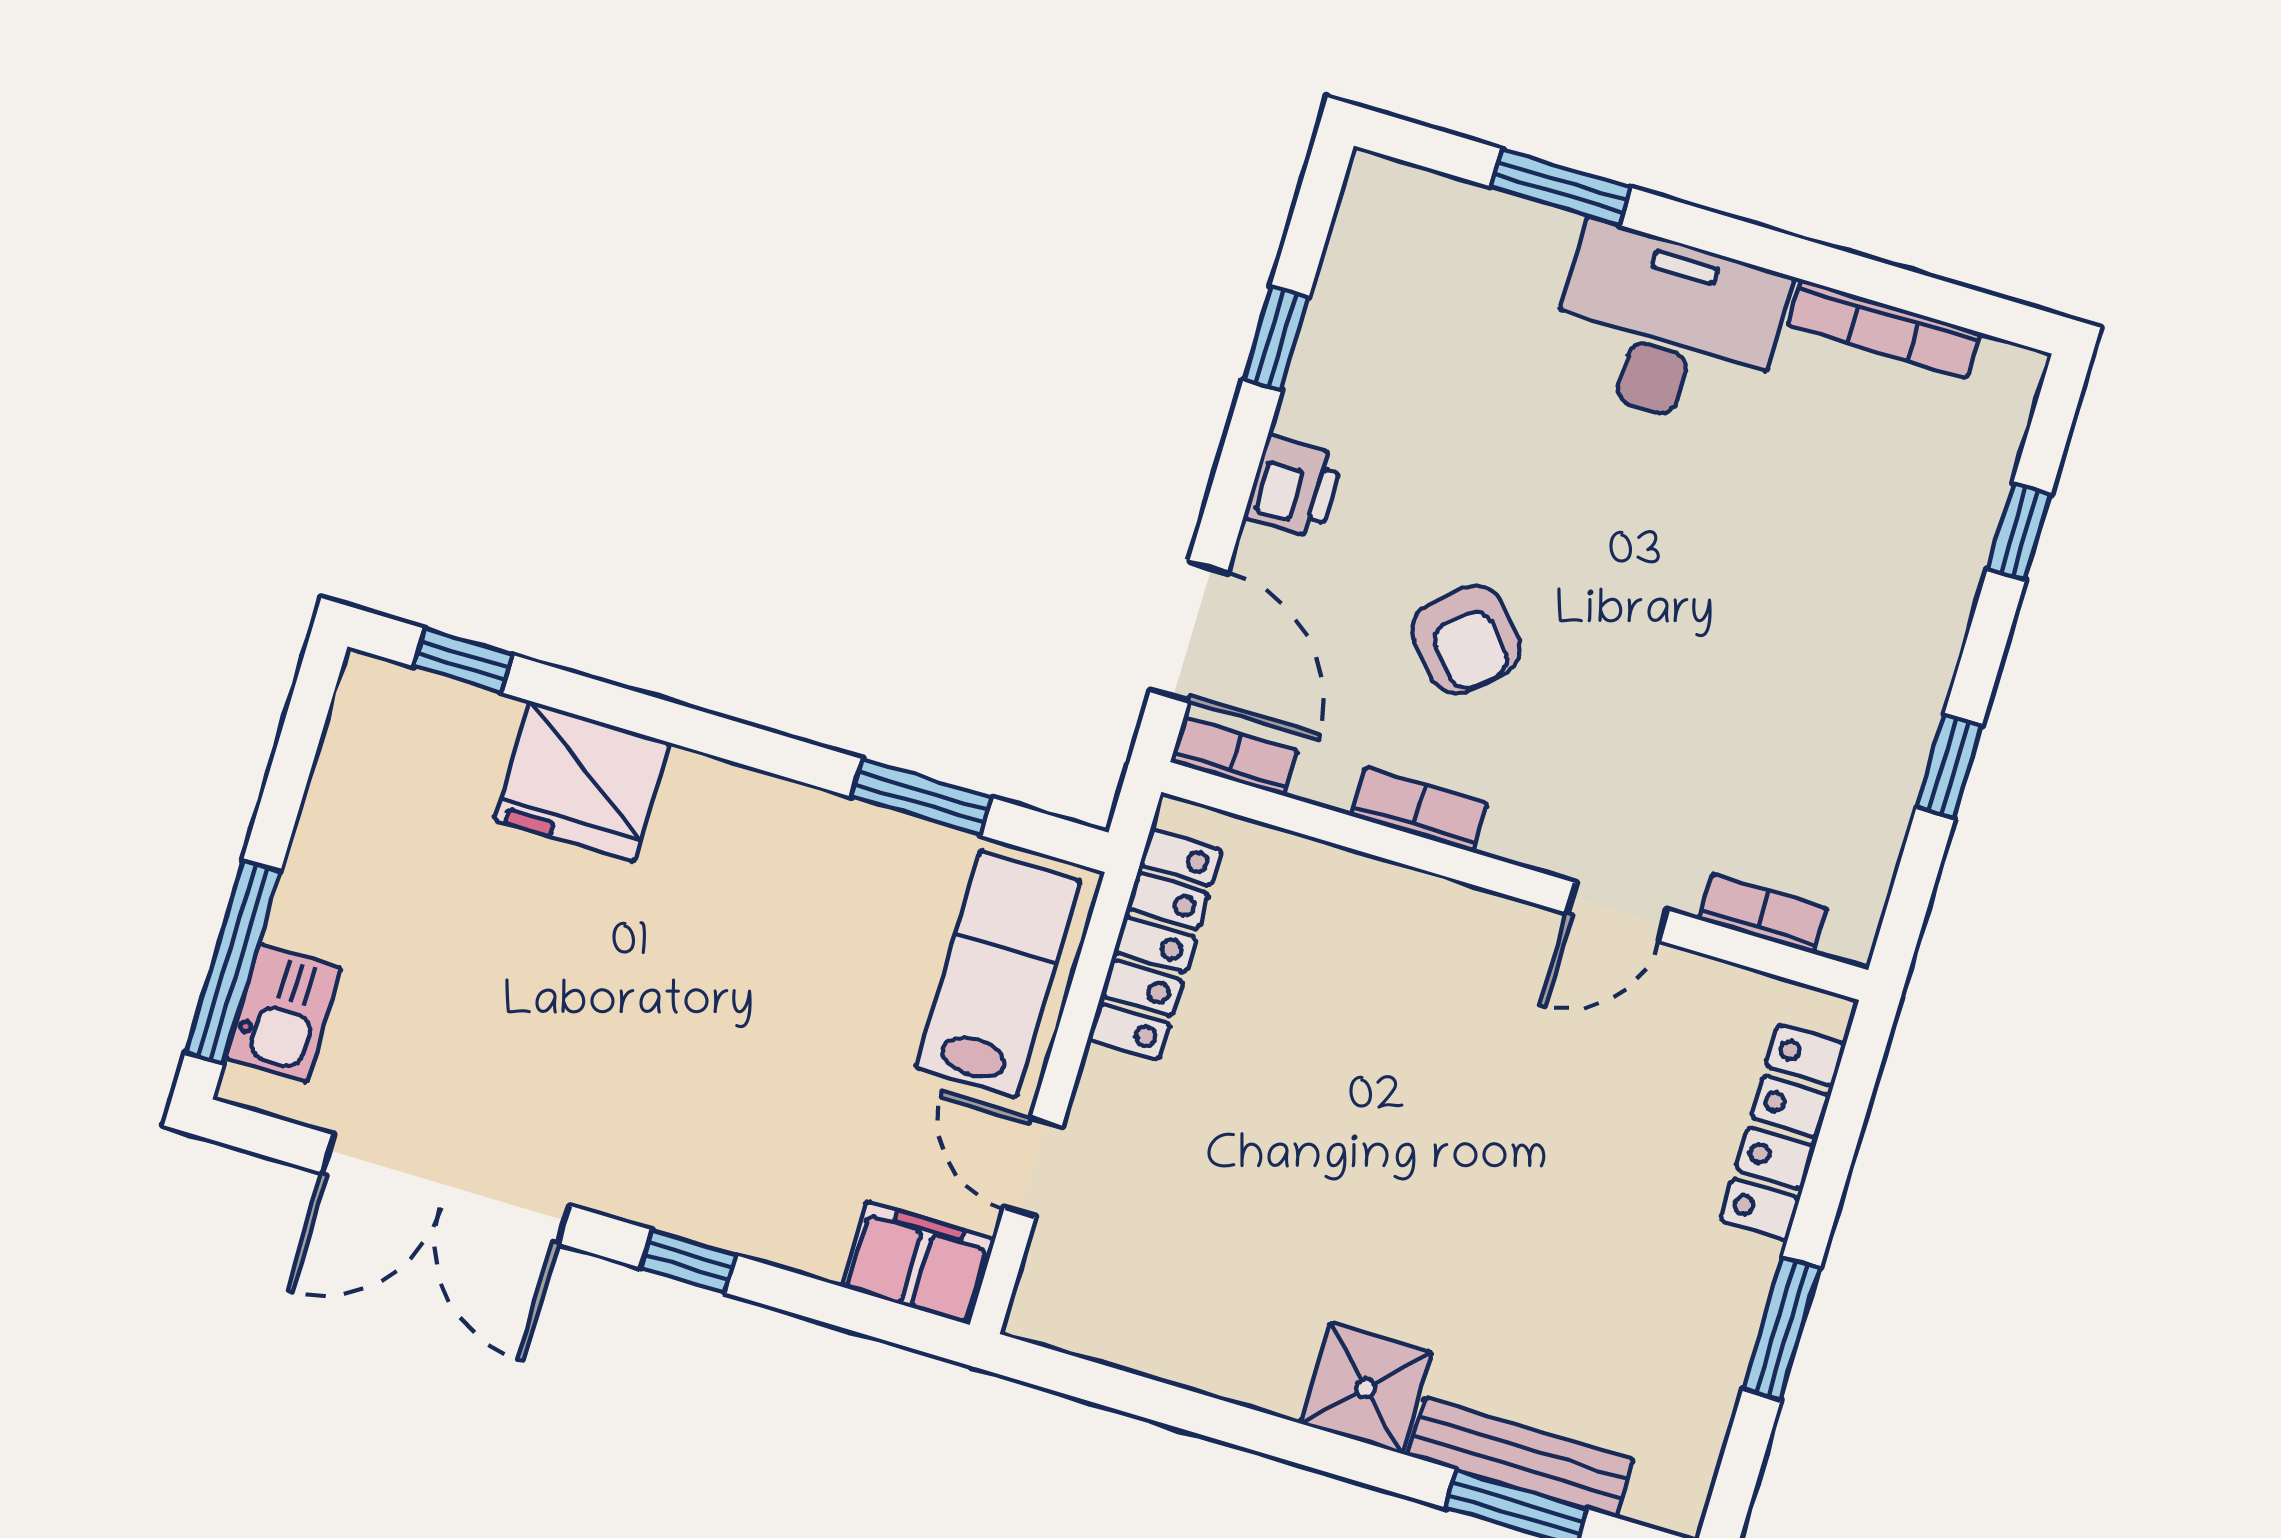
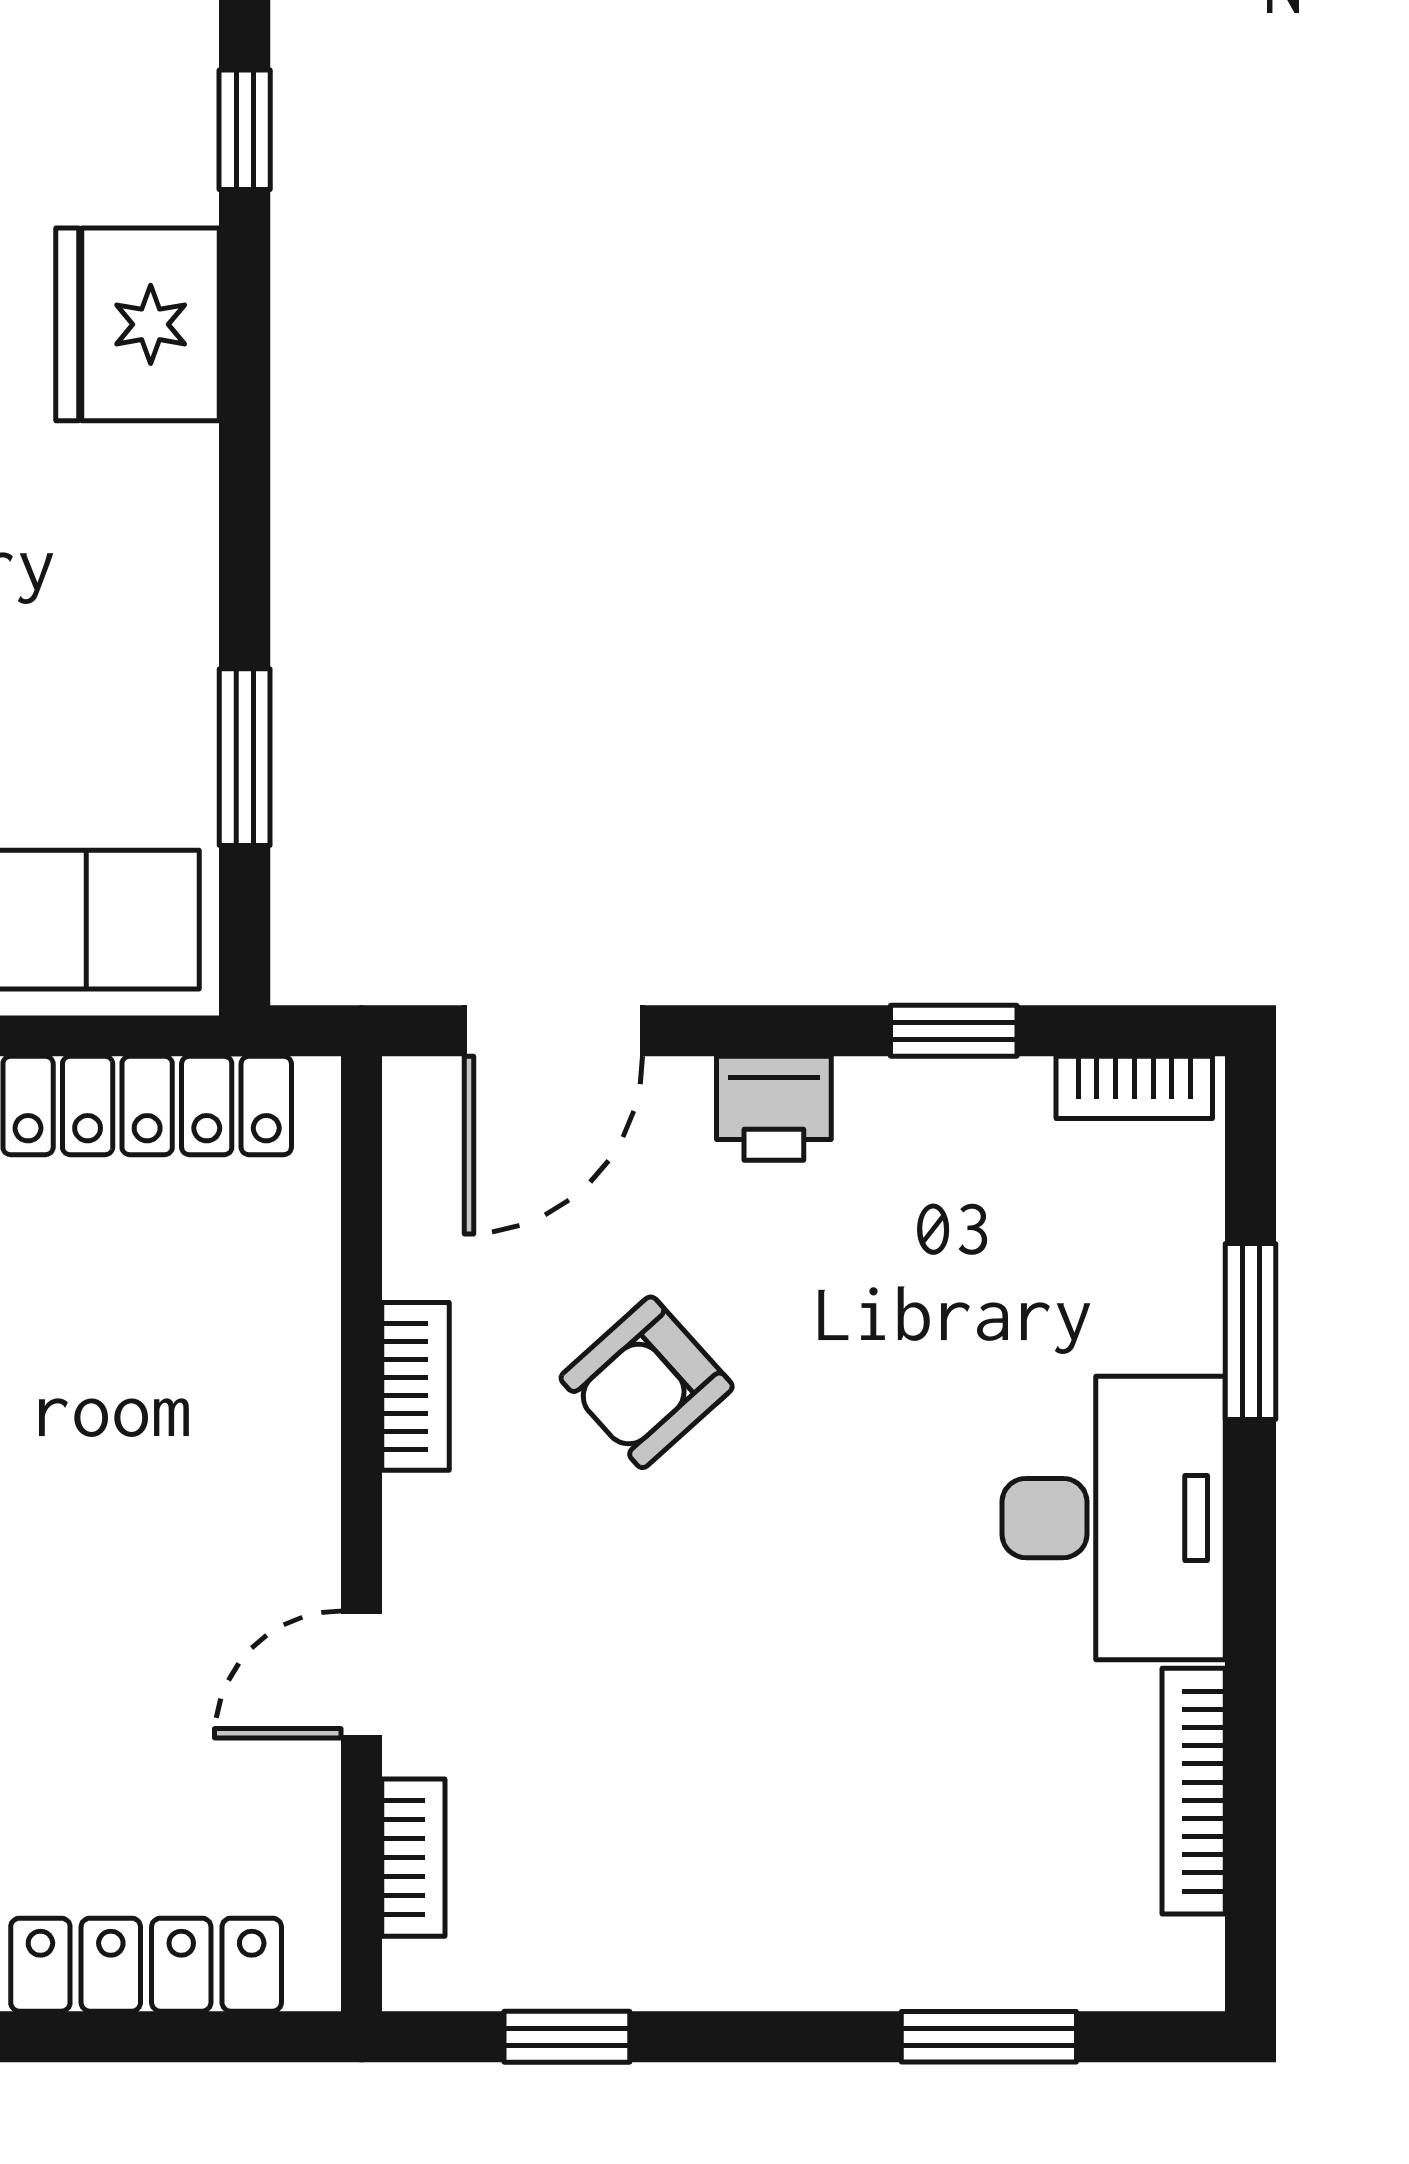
window: (2019, 532) -> (989, 2037), width x1.50
bookcase: (1234, 756) -> (1134, 1087), moved, turned 90
window: (1949, 766) -> (567, 2037), moved
door: (1618, 912) -> (361, 1674), hinge flipped

